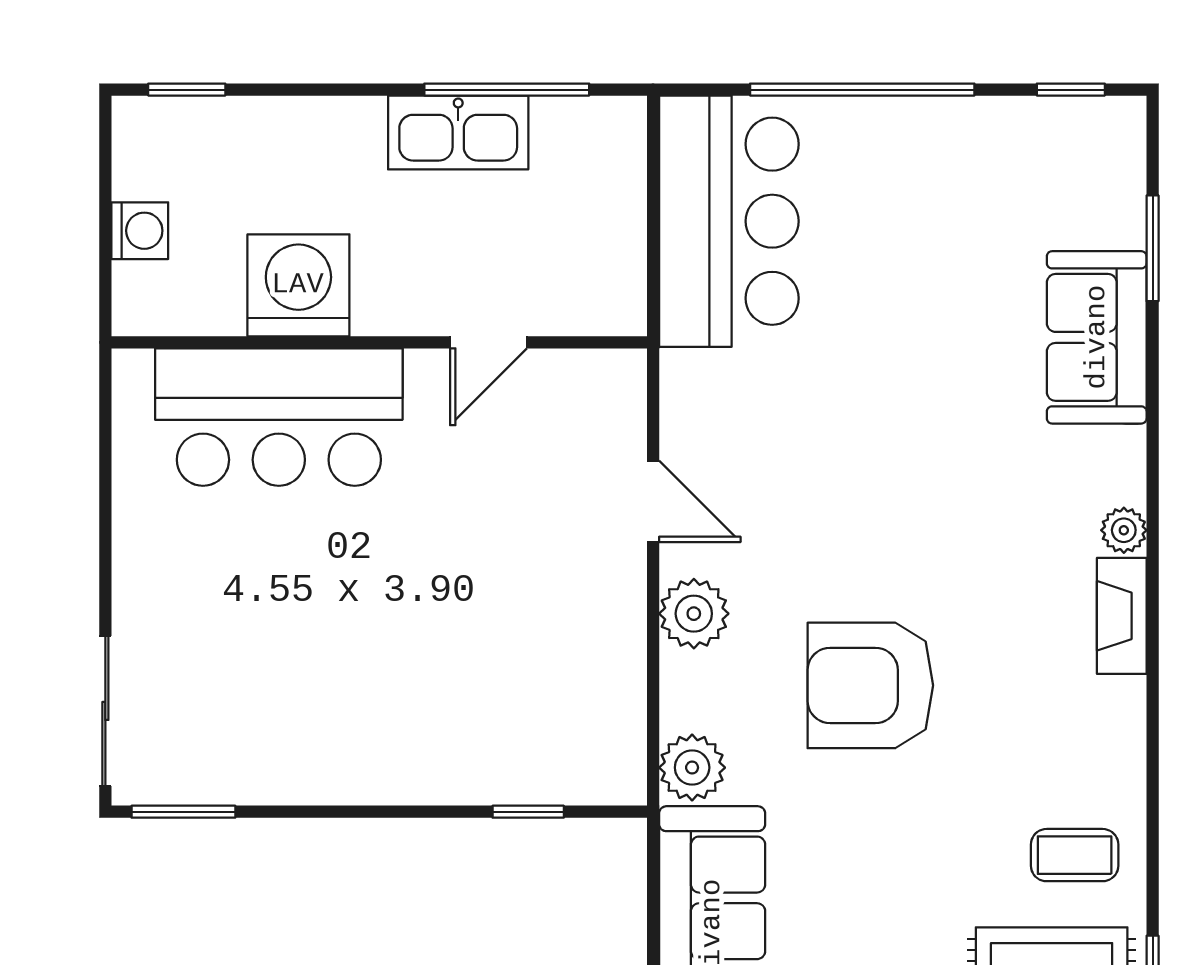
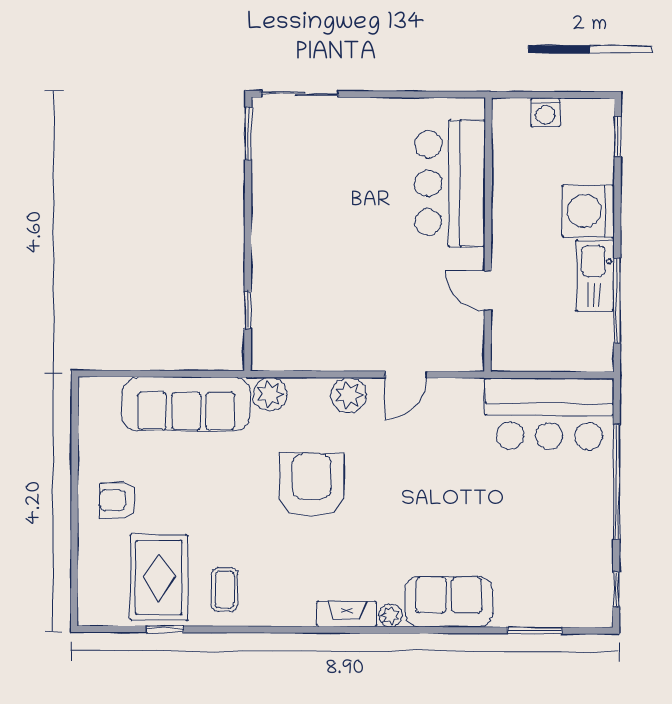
washing machine: (298, 285) -> (588, 211), moved, turned 180
sofa: (1097, 337) -> (449, 602), moved

